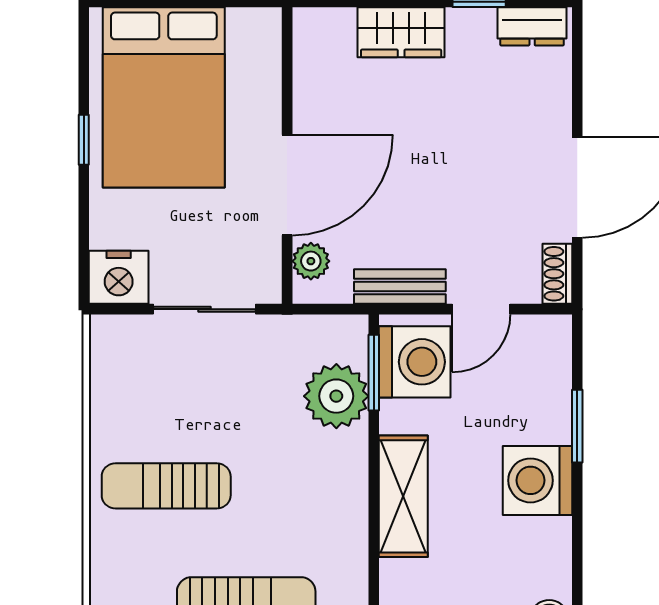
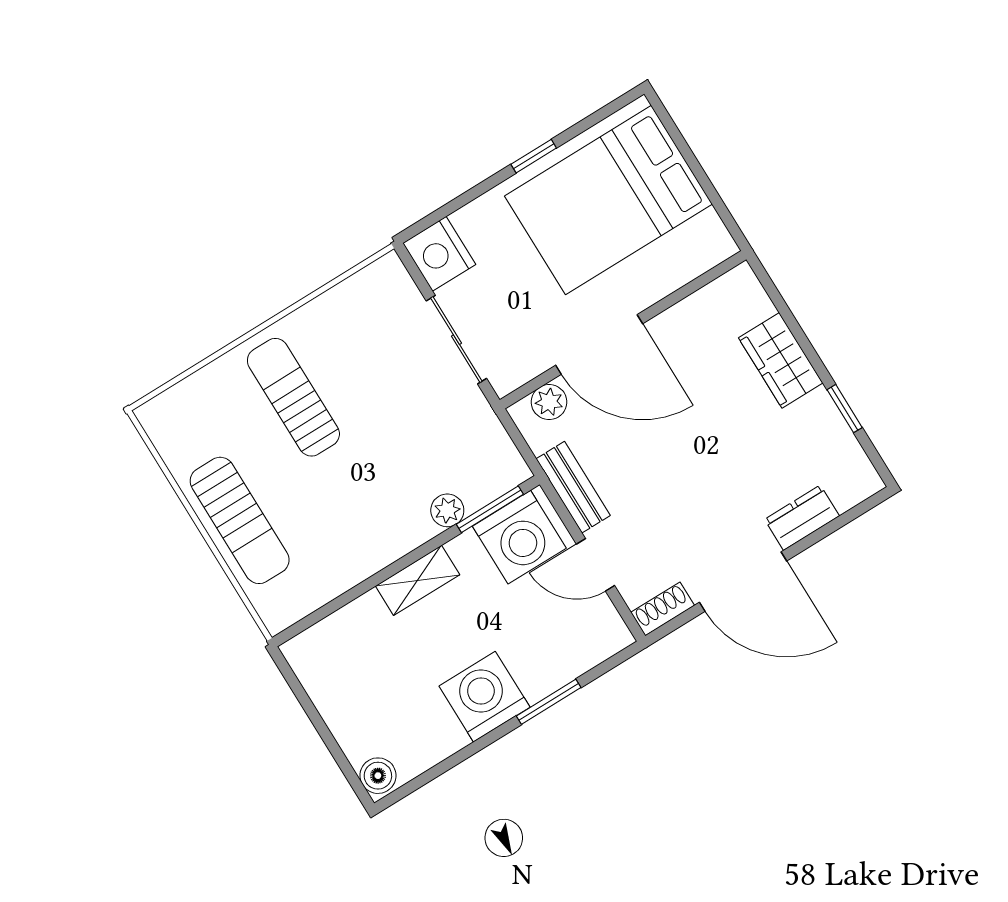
dresser: (532, 26) -> (802, 518), moved, turned 90
plant: (336, 396) -> (447, 510), width x0.53, depth x0.53
shelving: (403, 496) -> (418, 580), width x0.67, depth x0.75

